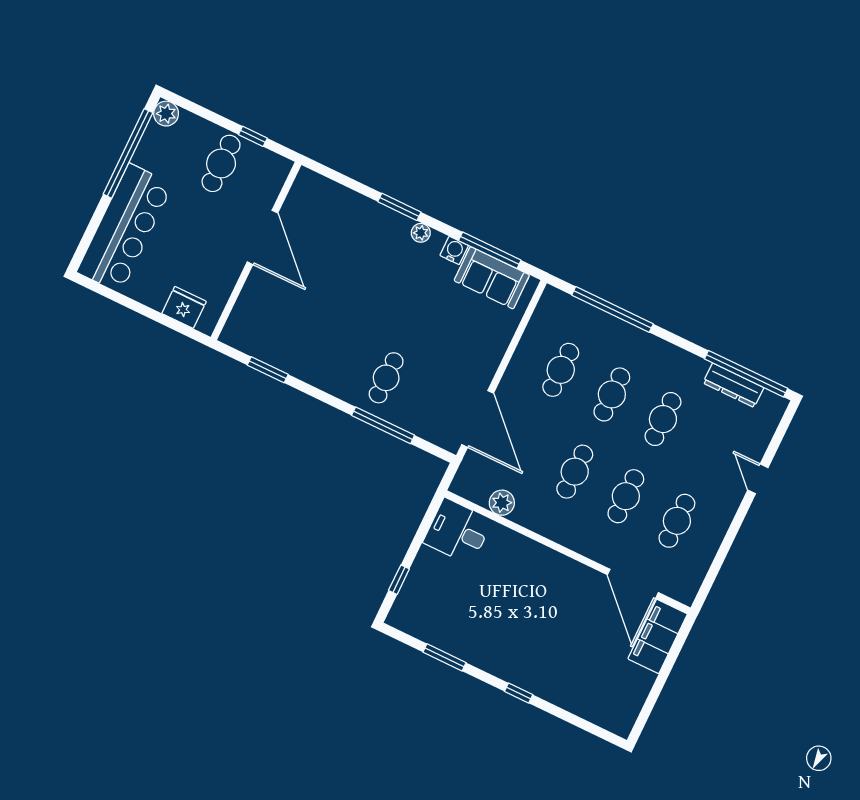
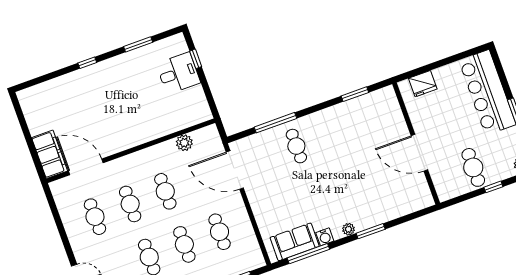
window: (253, 136) -> (493, 187), moved
desk: (458, 531) -> (178, 73), moved

